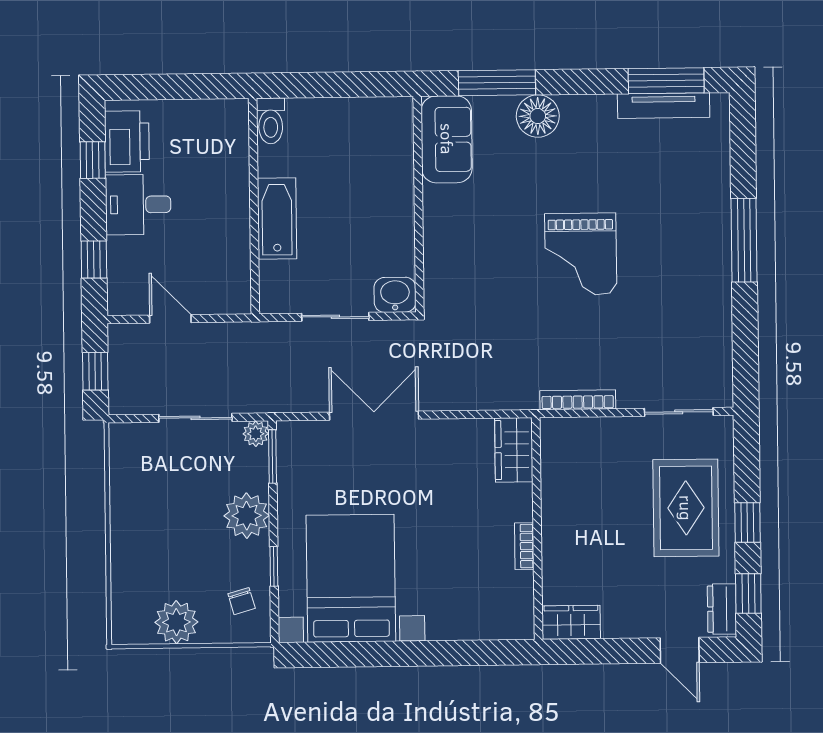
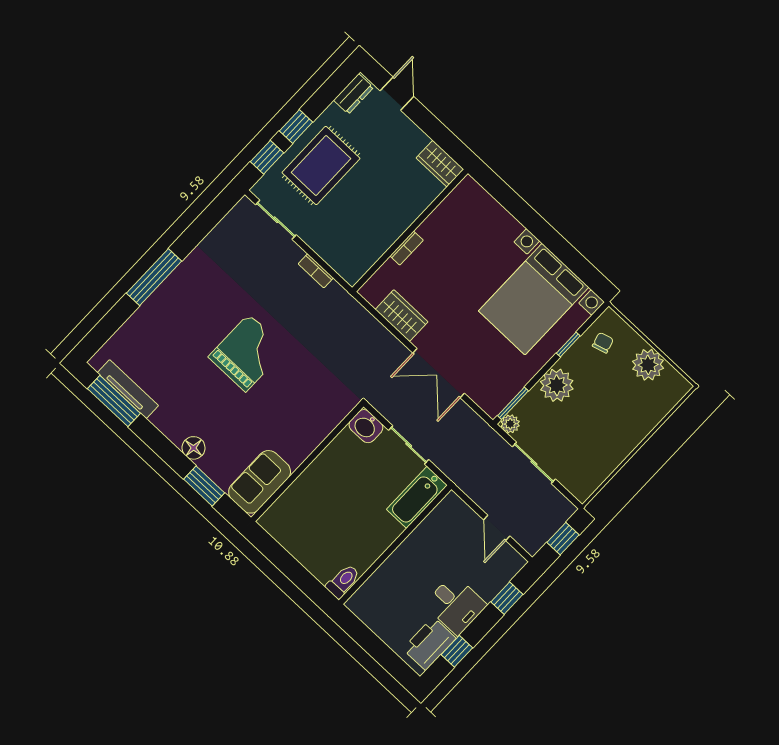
window: (497, 83) -> (204, 486), width x0.69
floor lamp: (538, 116) -> (194, 448), width x0.73, depth x0.73
bathtub: (277, 218) -> (417, 497), moved
bookcase: (578, 400) -> (316, 271), width x0.64
wardrobe: (514, 450) -> (402, 316), moved, turned -90
bookcase: (524, 546) -> (407, 248), moved
window: (748, 593) -> (267, 157), moved

